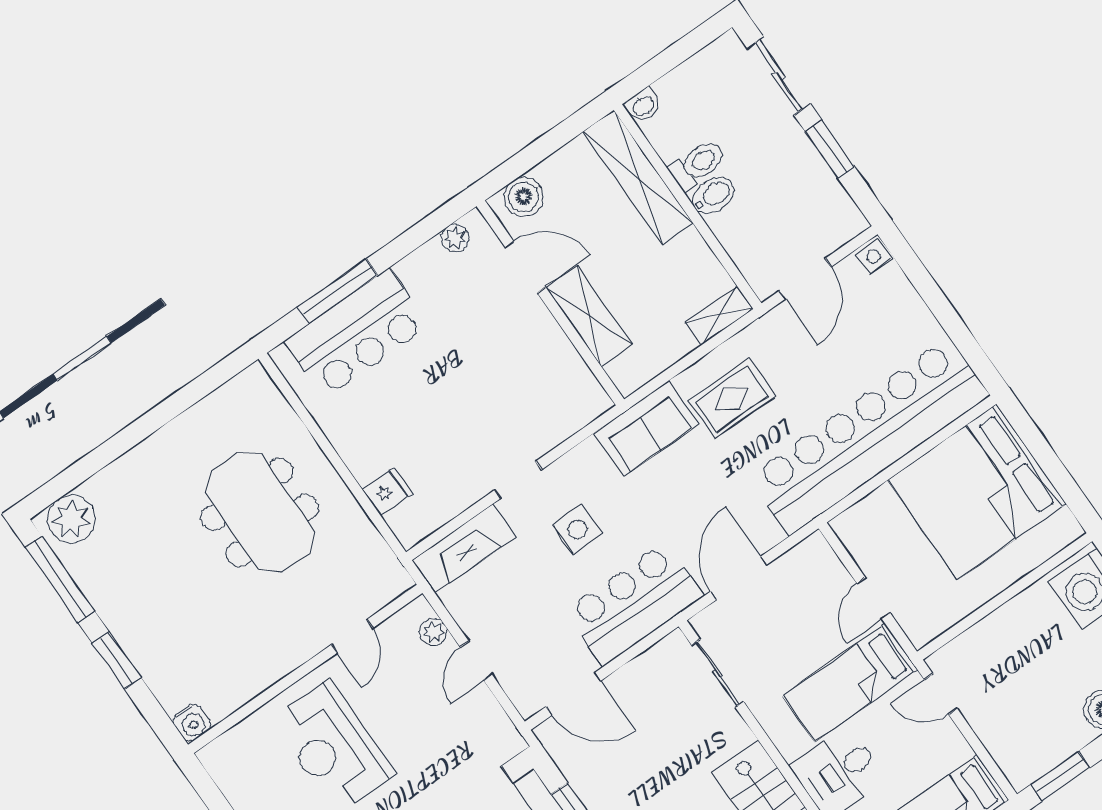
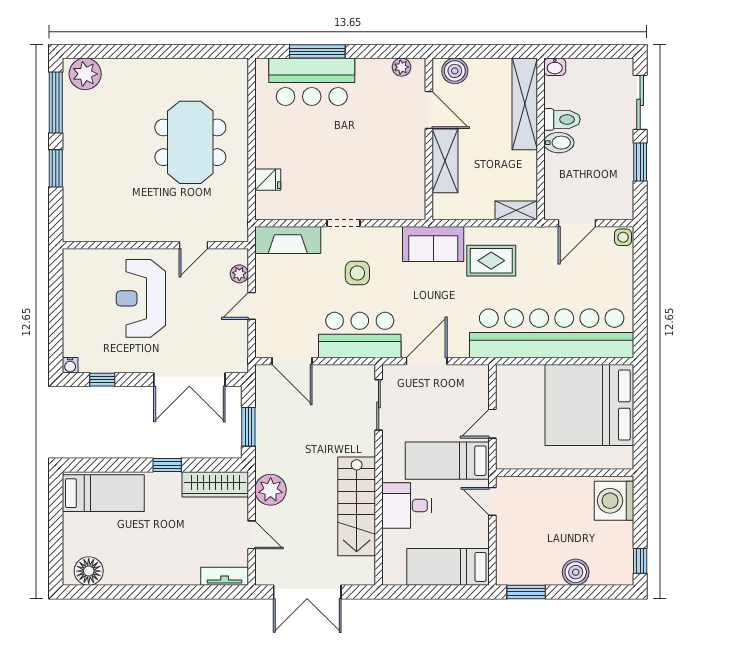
water cooler: (192, 723) -> (73, 231), removed

